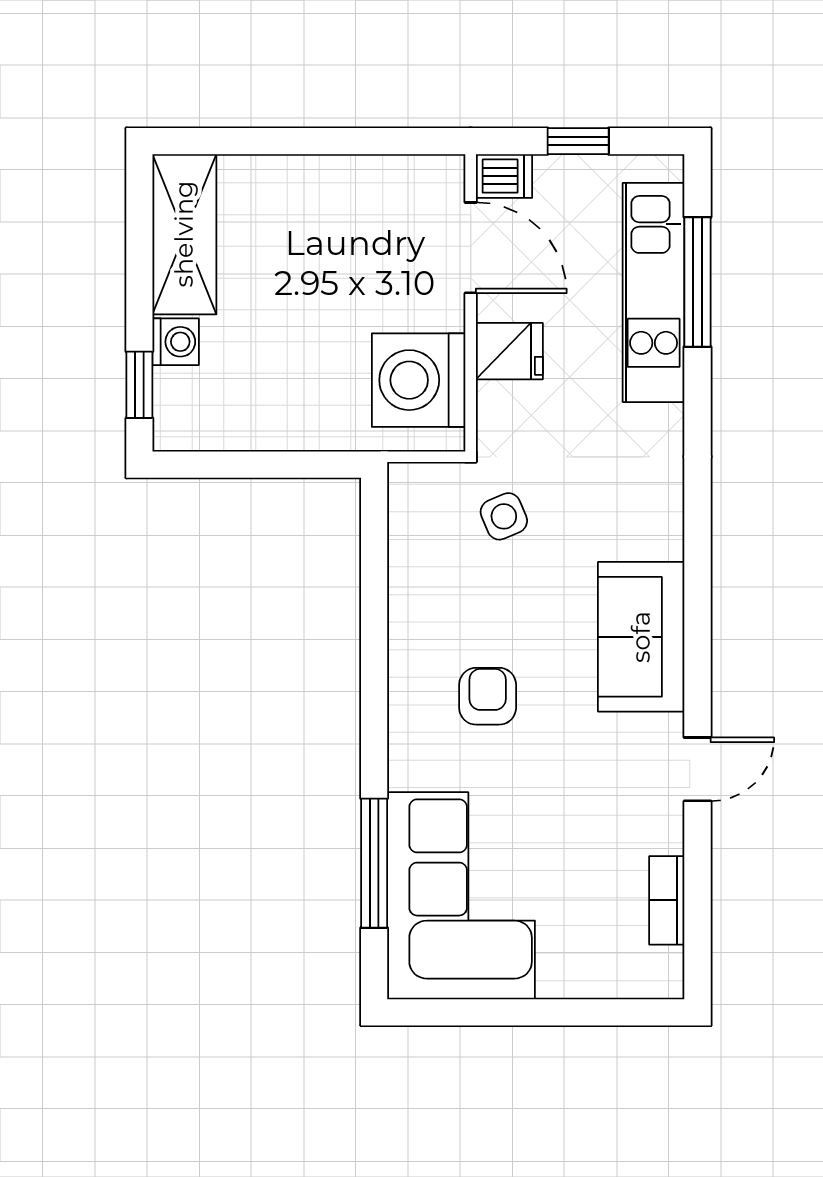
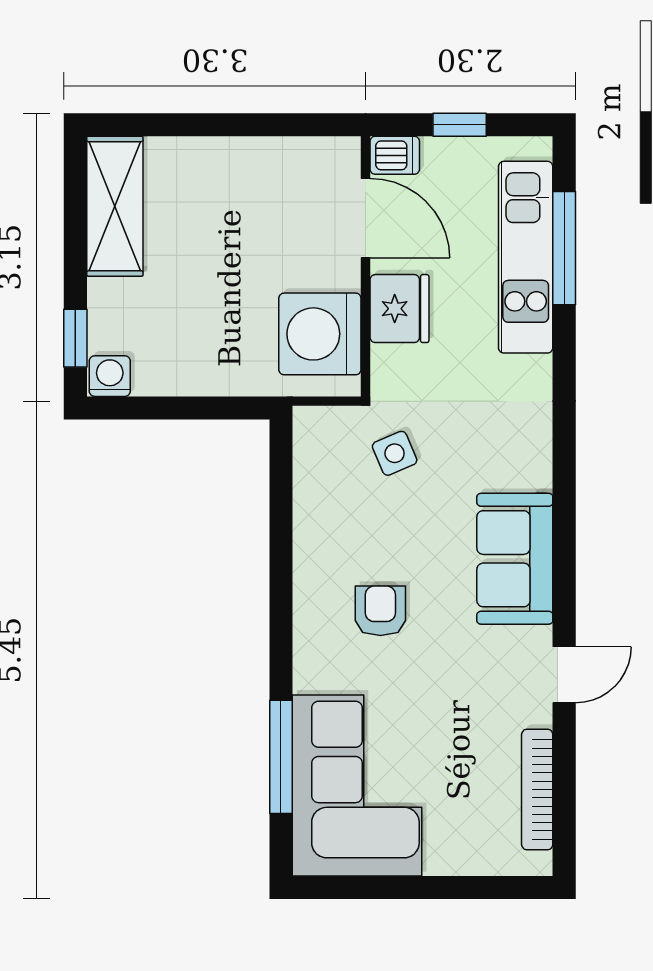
washing machine: (176, 342) -> (110, 376), moved, turned -90
fridge: (509, 351) -> (399, 309), width x1.38
bookcase: (667, 900) -> (537, 790), width x1.56

